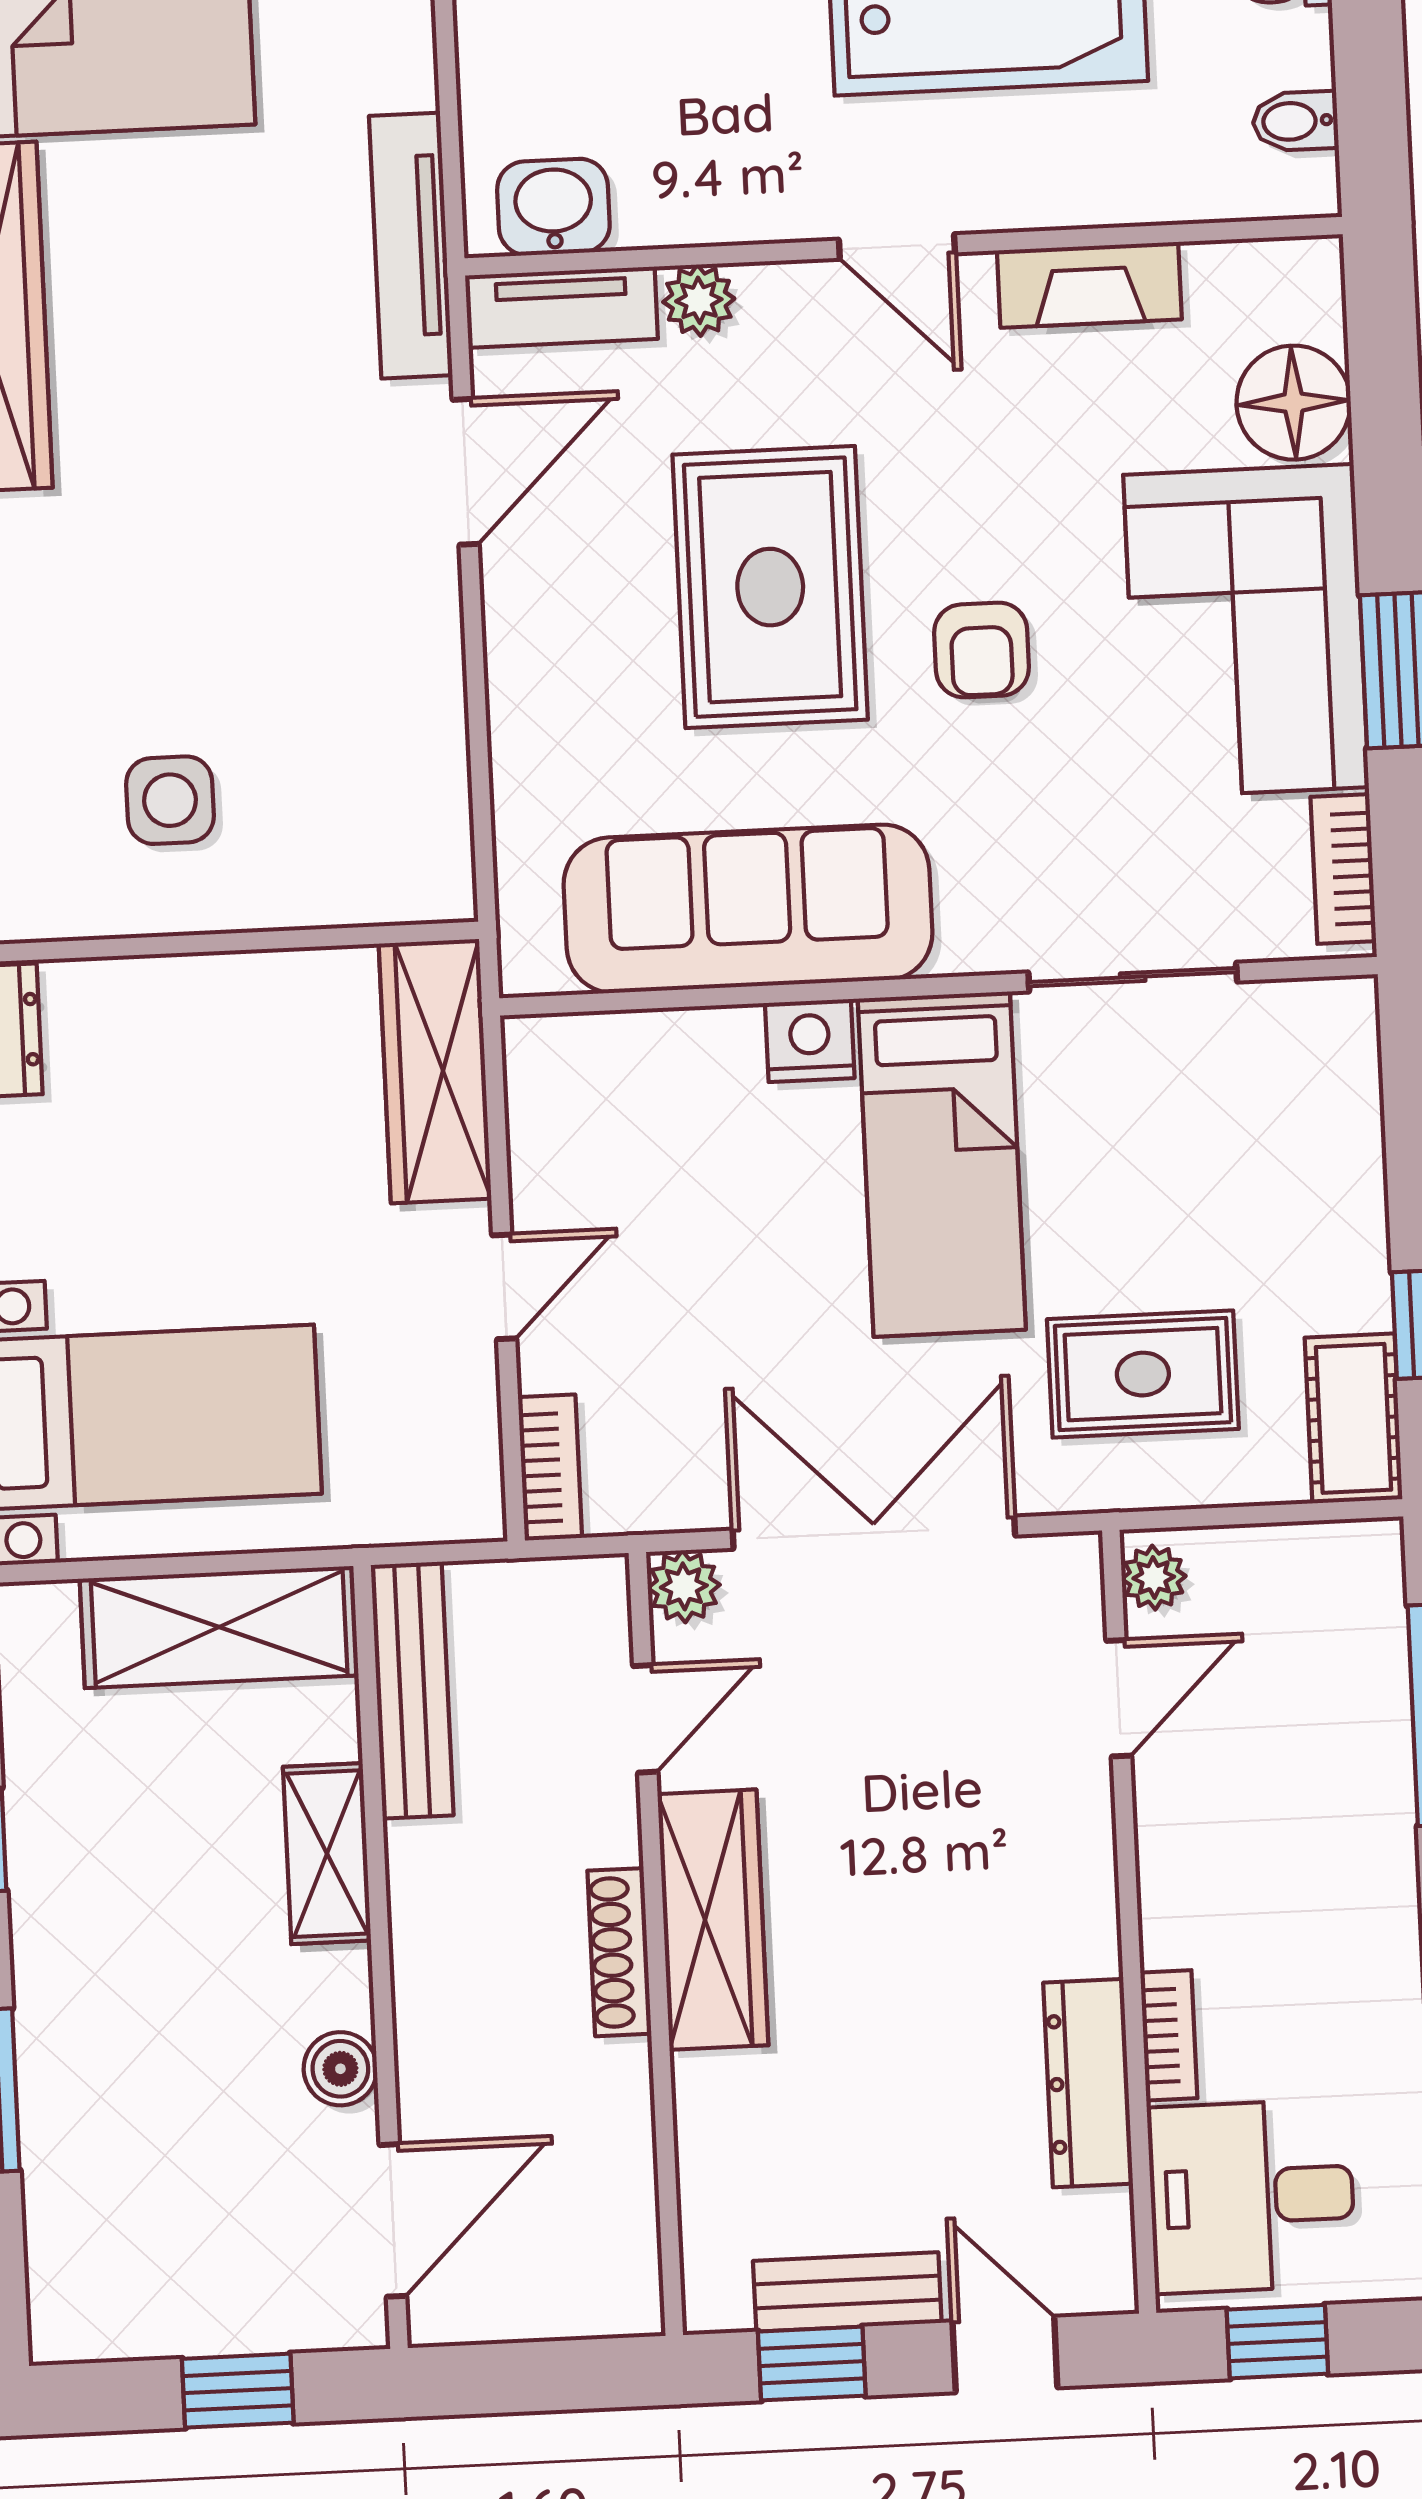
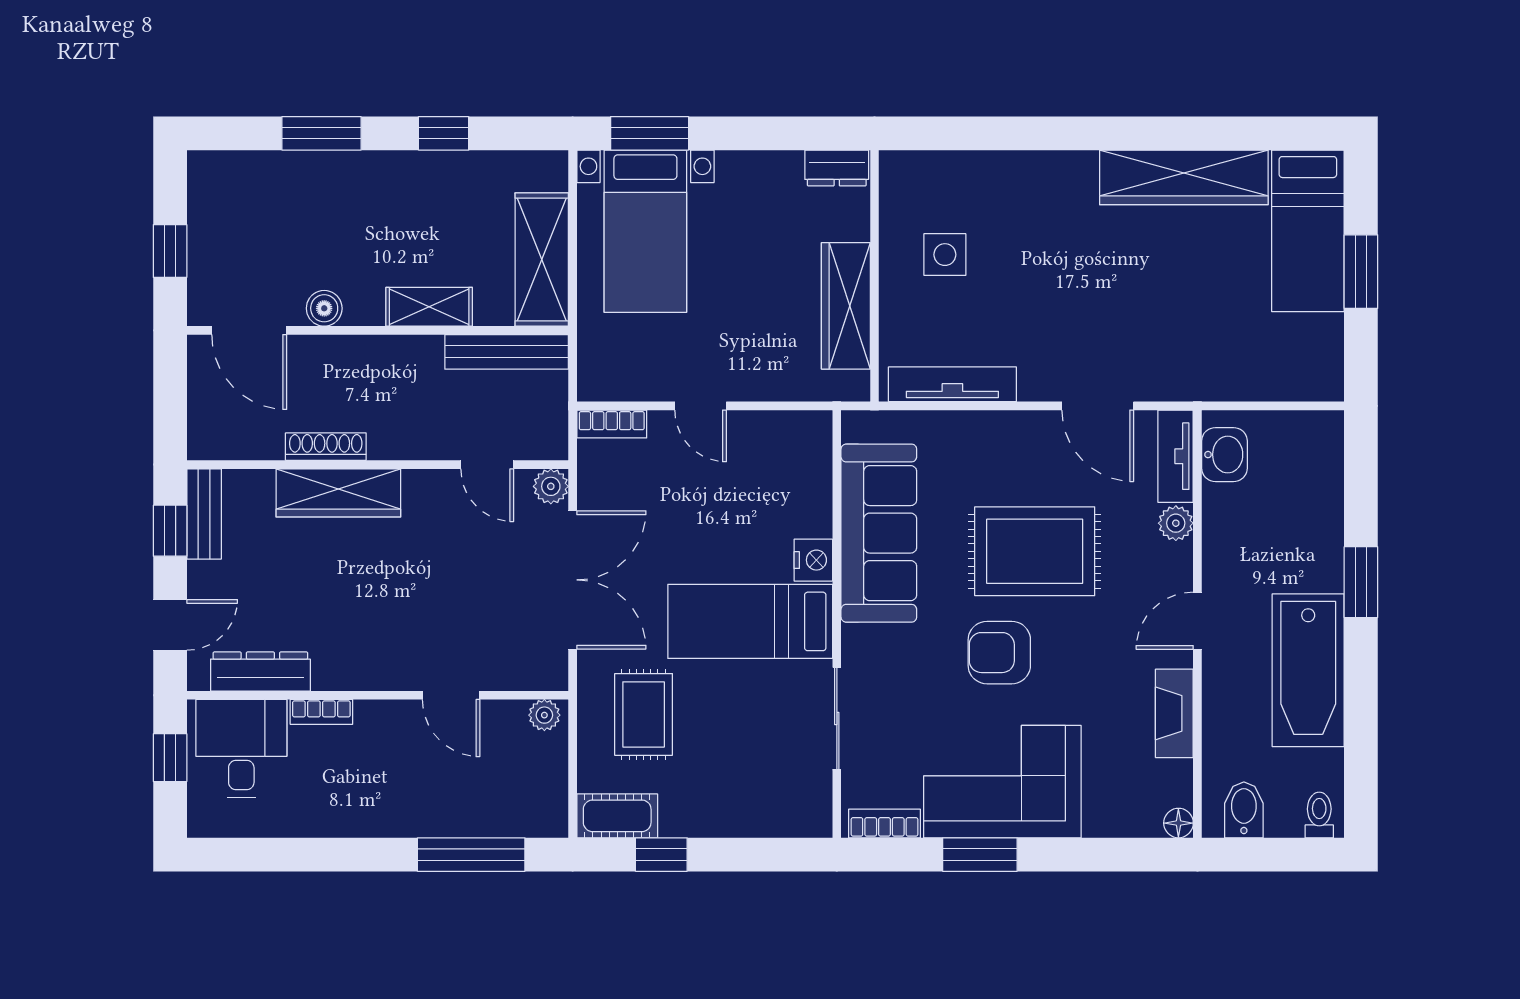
bidet: (1295, 121) -> (1244, 810), width x1.38, depth x1.36
tv unit: (411, 246) -> (952, 384), moved
floor lamp: (1294, 403) -> (1178, 823), moved, width x0.53, depth x0.53
armchair: (982, 650) -> (999, 653), width x1.38, depth x1.38
wardrobe: (435, 1071) -> (846, 306), moved, turned -90
door: (1119, 1698) -> (451, 695), moved
wardrobe: (713, 1920) -> (338, 493), moved
shoe rack: (619, 1952) -> (326, 447), moved
dresser: (1088, 2083) -> (260, 671), moved
bench: (847, 2292) -> (204, 514), moved

